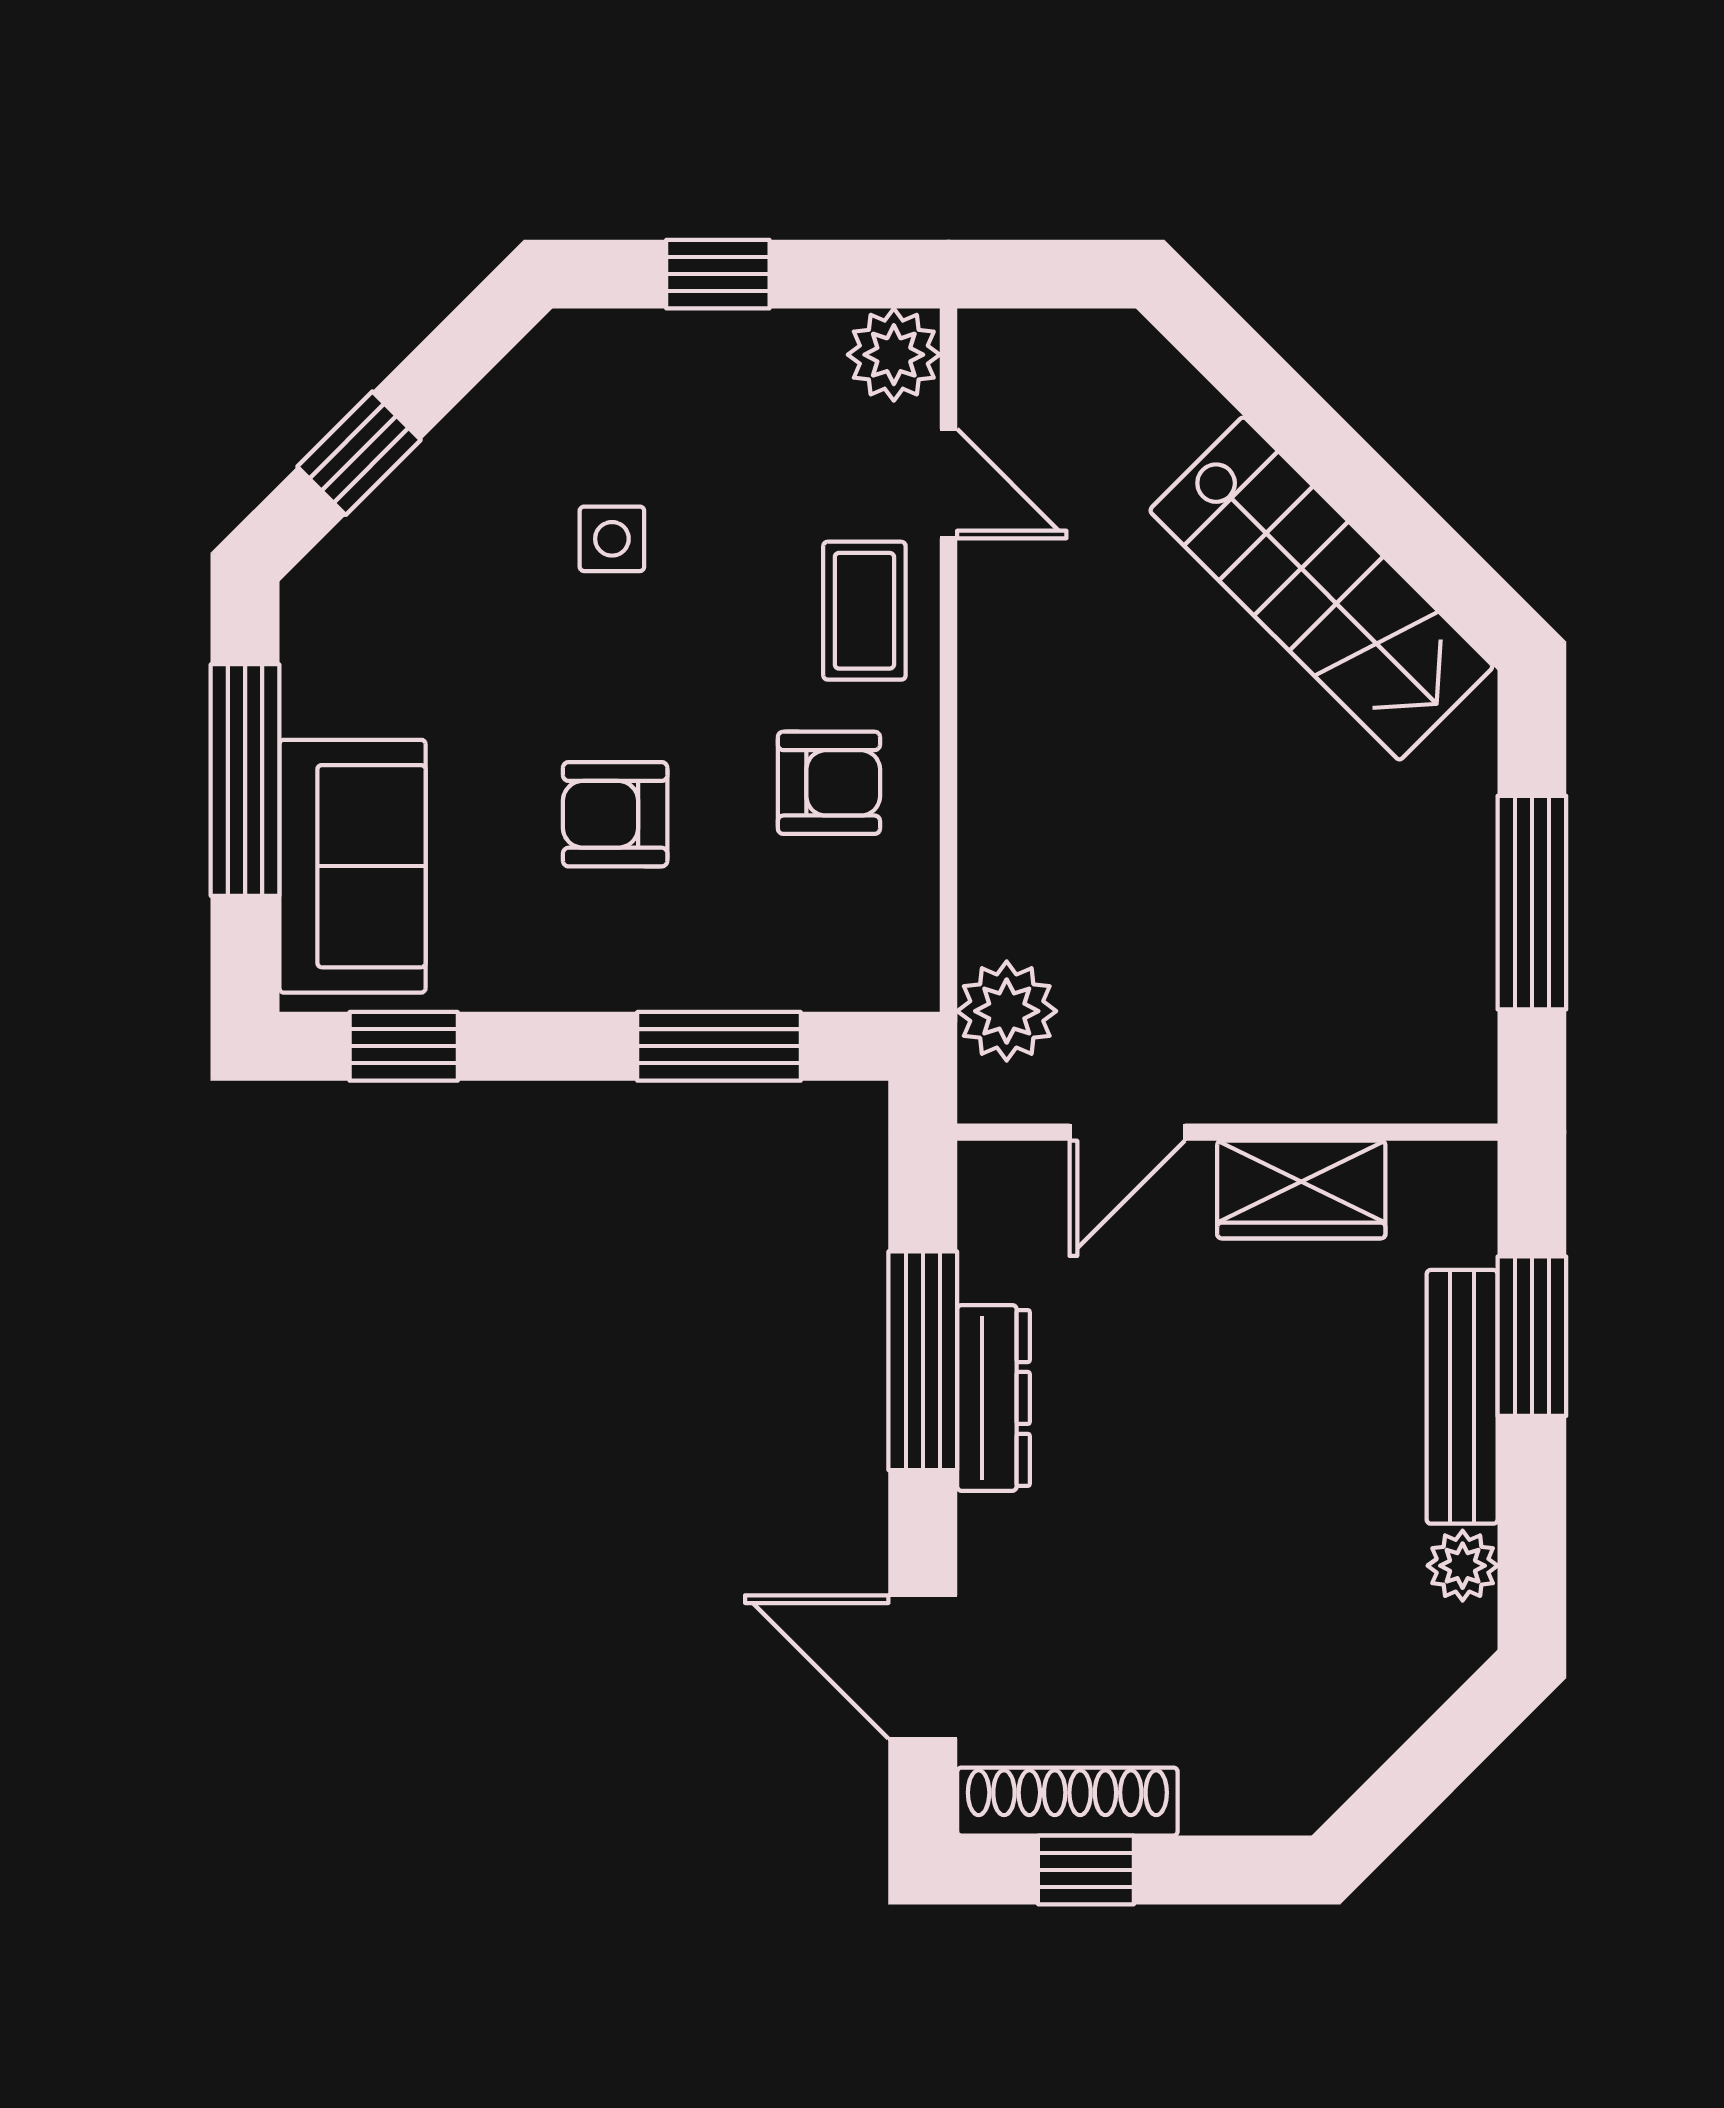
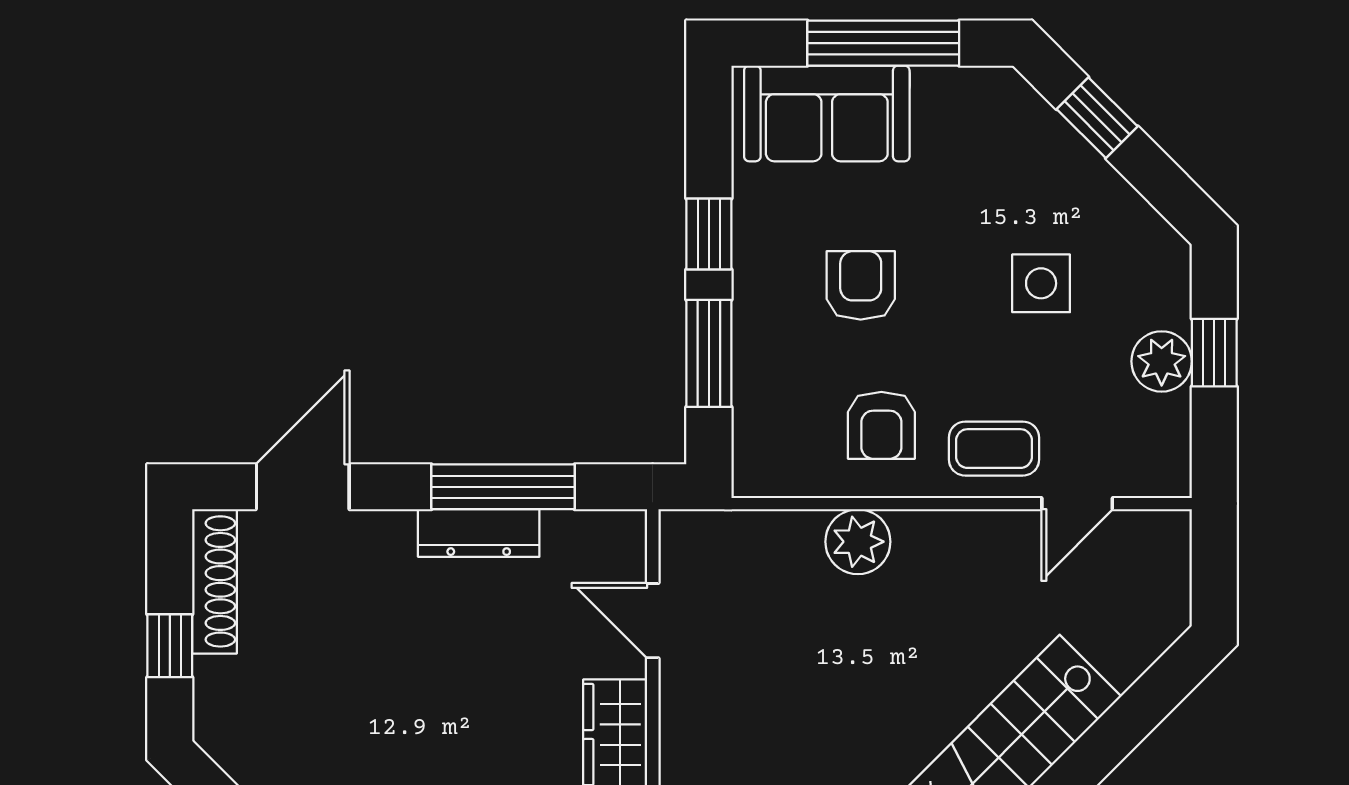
plant: (894, 355) -> (1162, 361), moved
side table: (612, 539) -> (1041, 283), width x1.37, depth x1.37
plant: (1007, 1011) -> (858, 542), moved
window: (404, 1046) -> (709, 234), moved
window: (1086, 1870) -> (170, 646), moved

